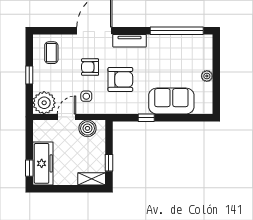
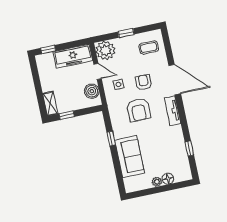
window: (177, 31) -> (189, 148), width x0.32
floor lamp: (206, 63) -> (168, 179), added
freezer: (43, 163) -> (73, 56), moved

